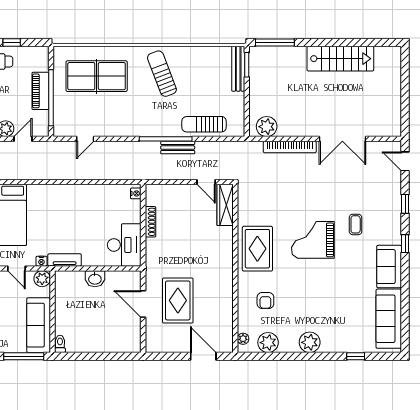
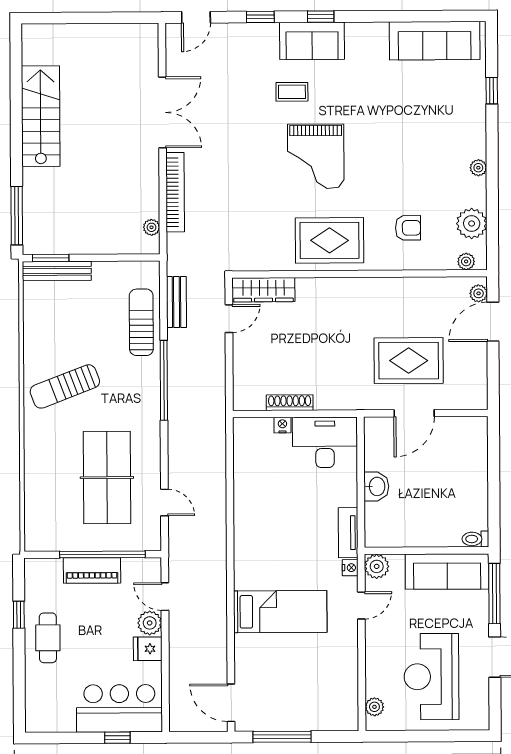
table tennis table: (97, 76) -> (107, 478), moved
sun lounger: (204, 124) -> (141, 322), turned 180
plant: (267, 127) -> (152, 227), width x0.53, depth x0.53
bench: (178, 148) -> (176, 302), moved
nightstand: (136, 193) -> (282, 425), moved
sofa: (389, 267) -> (312, 41), moved
plant: (310, 342) -> (478, 168), width x0.53, depth x0.53
plant: (222, 347) -> (479, 293), added

